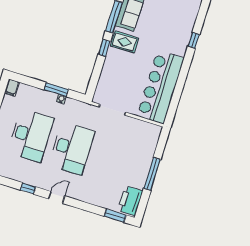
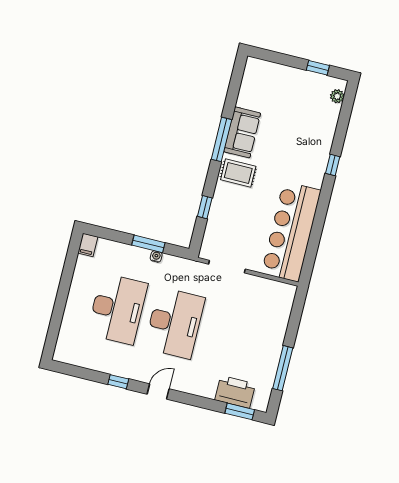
window: (104, 48) -> (205, 207), moved
window: (152, 174) -> (283, 368), moved
printer: (130, 201) -> (235, 392), moved, turned 90

